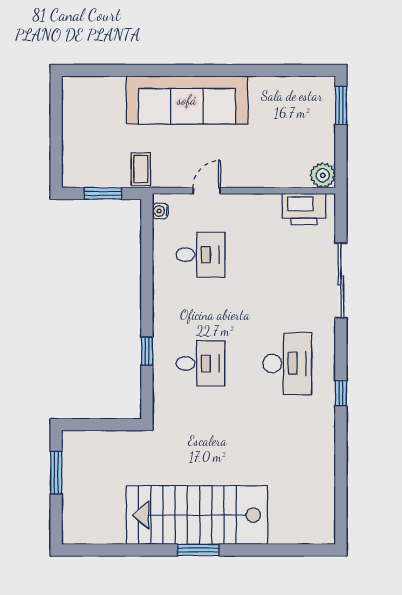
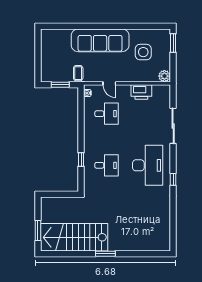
side table: (278, 125) -> (143, 52), added
door: (207, 191) -> (109, 83), swing flipped
printer: (304, 209) -> (141, 92), moved
desk: (287, 363) -> (148, 165), width x1.36, depth x1.30
window: (56, 473) -> (38, 230), moved
stairs: (197, 515) -> (74, 237), moved

